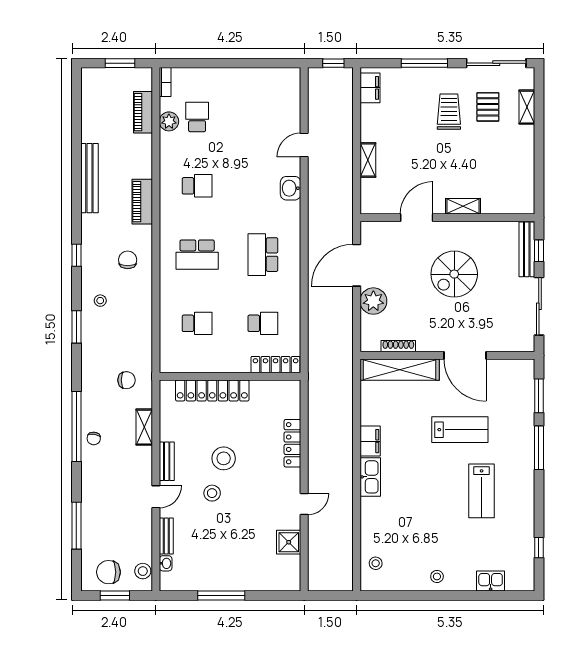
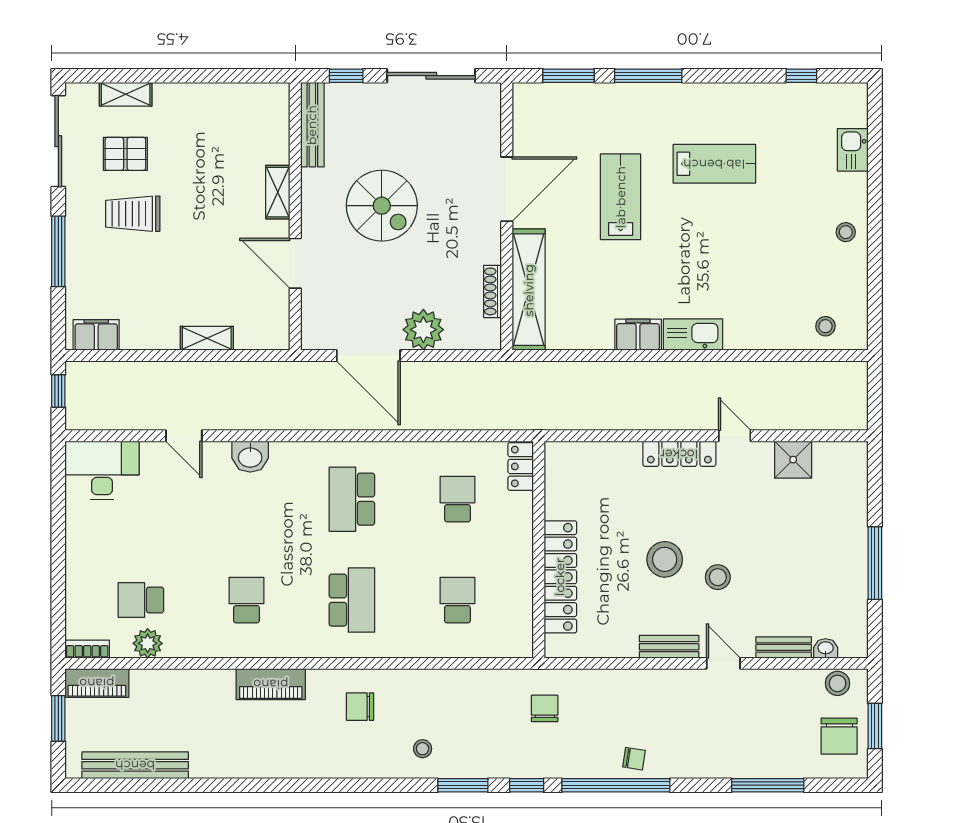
desk: (282, 92) -> (102, 470), added
piano: (143, 112) -> (97, 683), moved
bench: (89, 178) -> (135, 765), moved
bench: (527, 249) -> (312, 125), moved, turned 90
window: (76, 255) -> (527, 785), moved
school desk: (263, 255) -> (352, 499), turned 90
locker: (276, 365) -> (521, 466), width x0.66
shelving: (144, 427) -> (617, 681), removed
locker: (292, 443) -> (679, 454), moved

